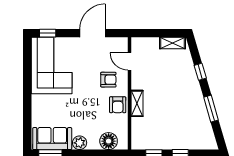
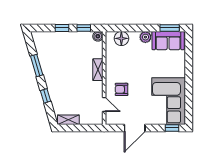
armchair: (118, 105) -> (114, 69), removed
boiler: (137, 144) -> (98, 36), added

